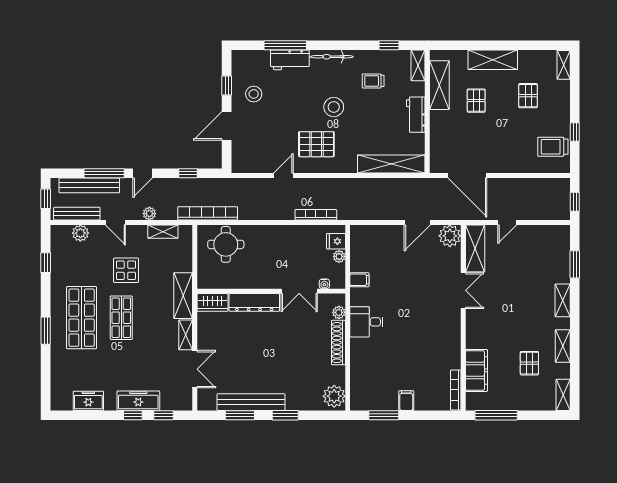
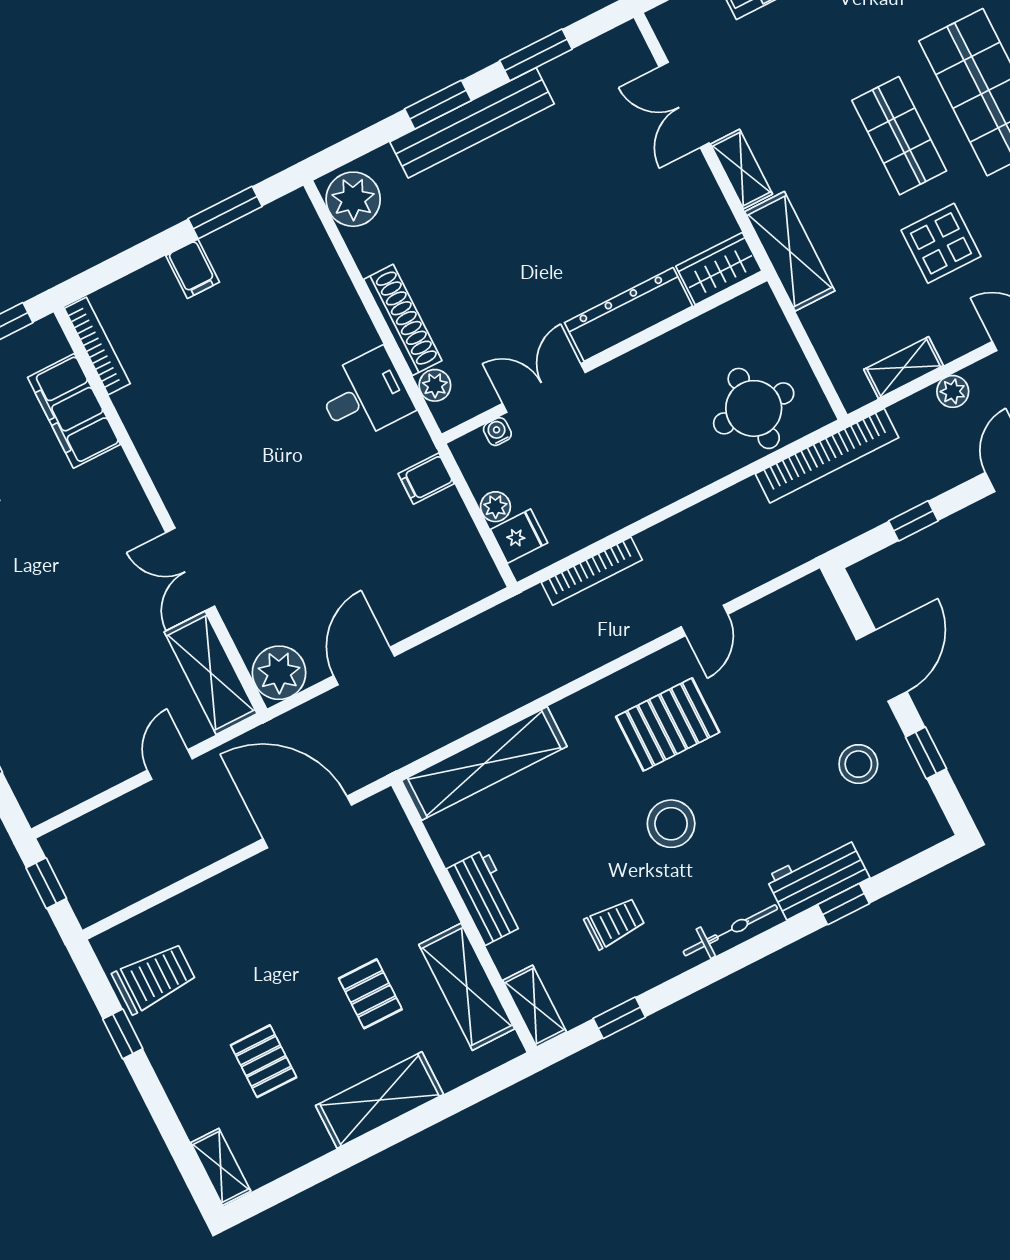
window: (285, 45) -> (844, 904), width x0.46
bench: (251, 402) -> (472, 123), moved

